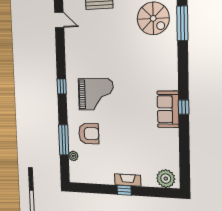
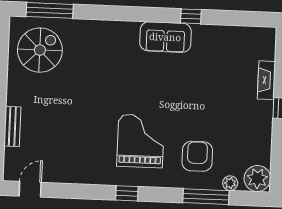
window: (184, 107) -> (191, 16), moved
plant: (166, 179) -> (257, 178), moved
fireplace: (128, 180) -> (266, 80), moved

